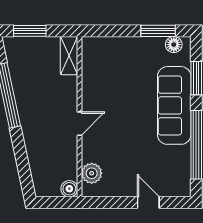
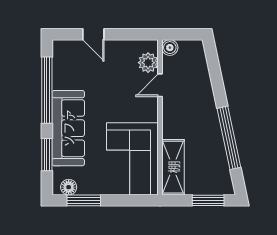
shelving: (69, 56) -> (173, 167), width x1.50, depth x1.33
corner sofa: (108, 74) -> (132, 159), added
door: (79, 124) -> (160, 85), moved

